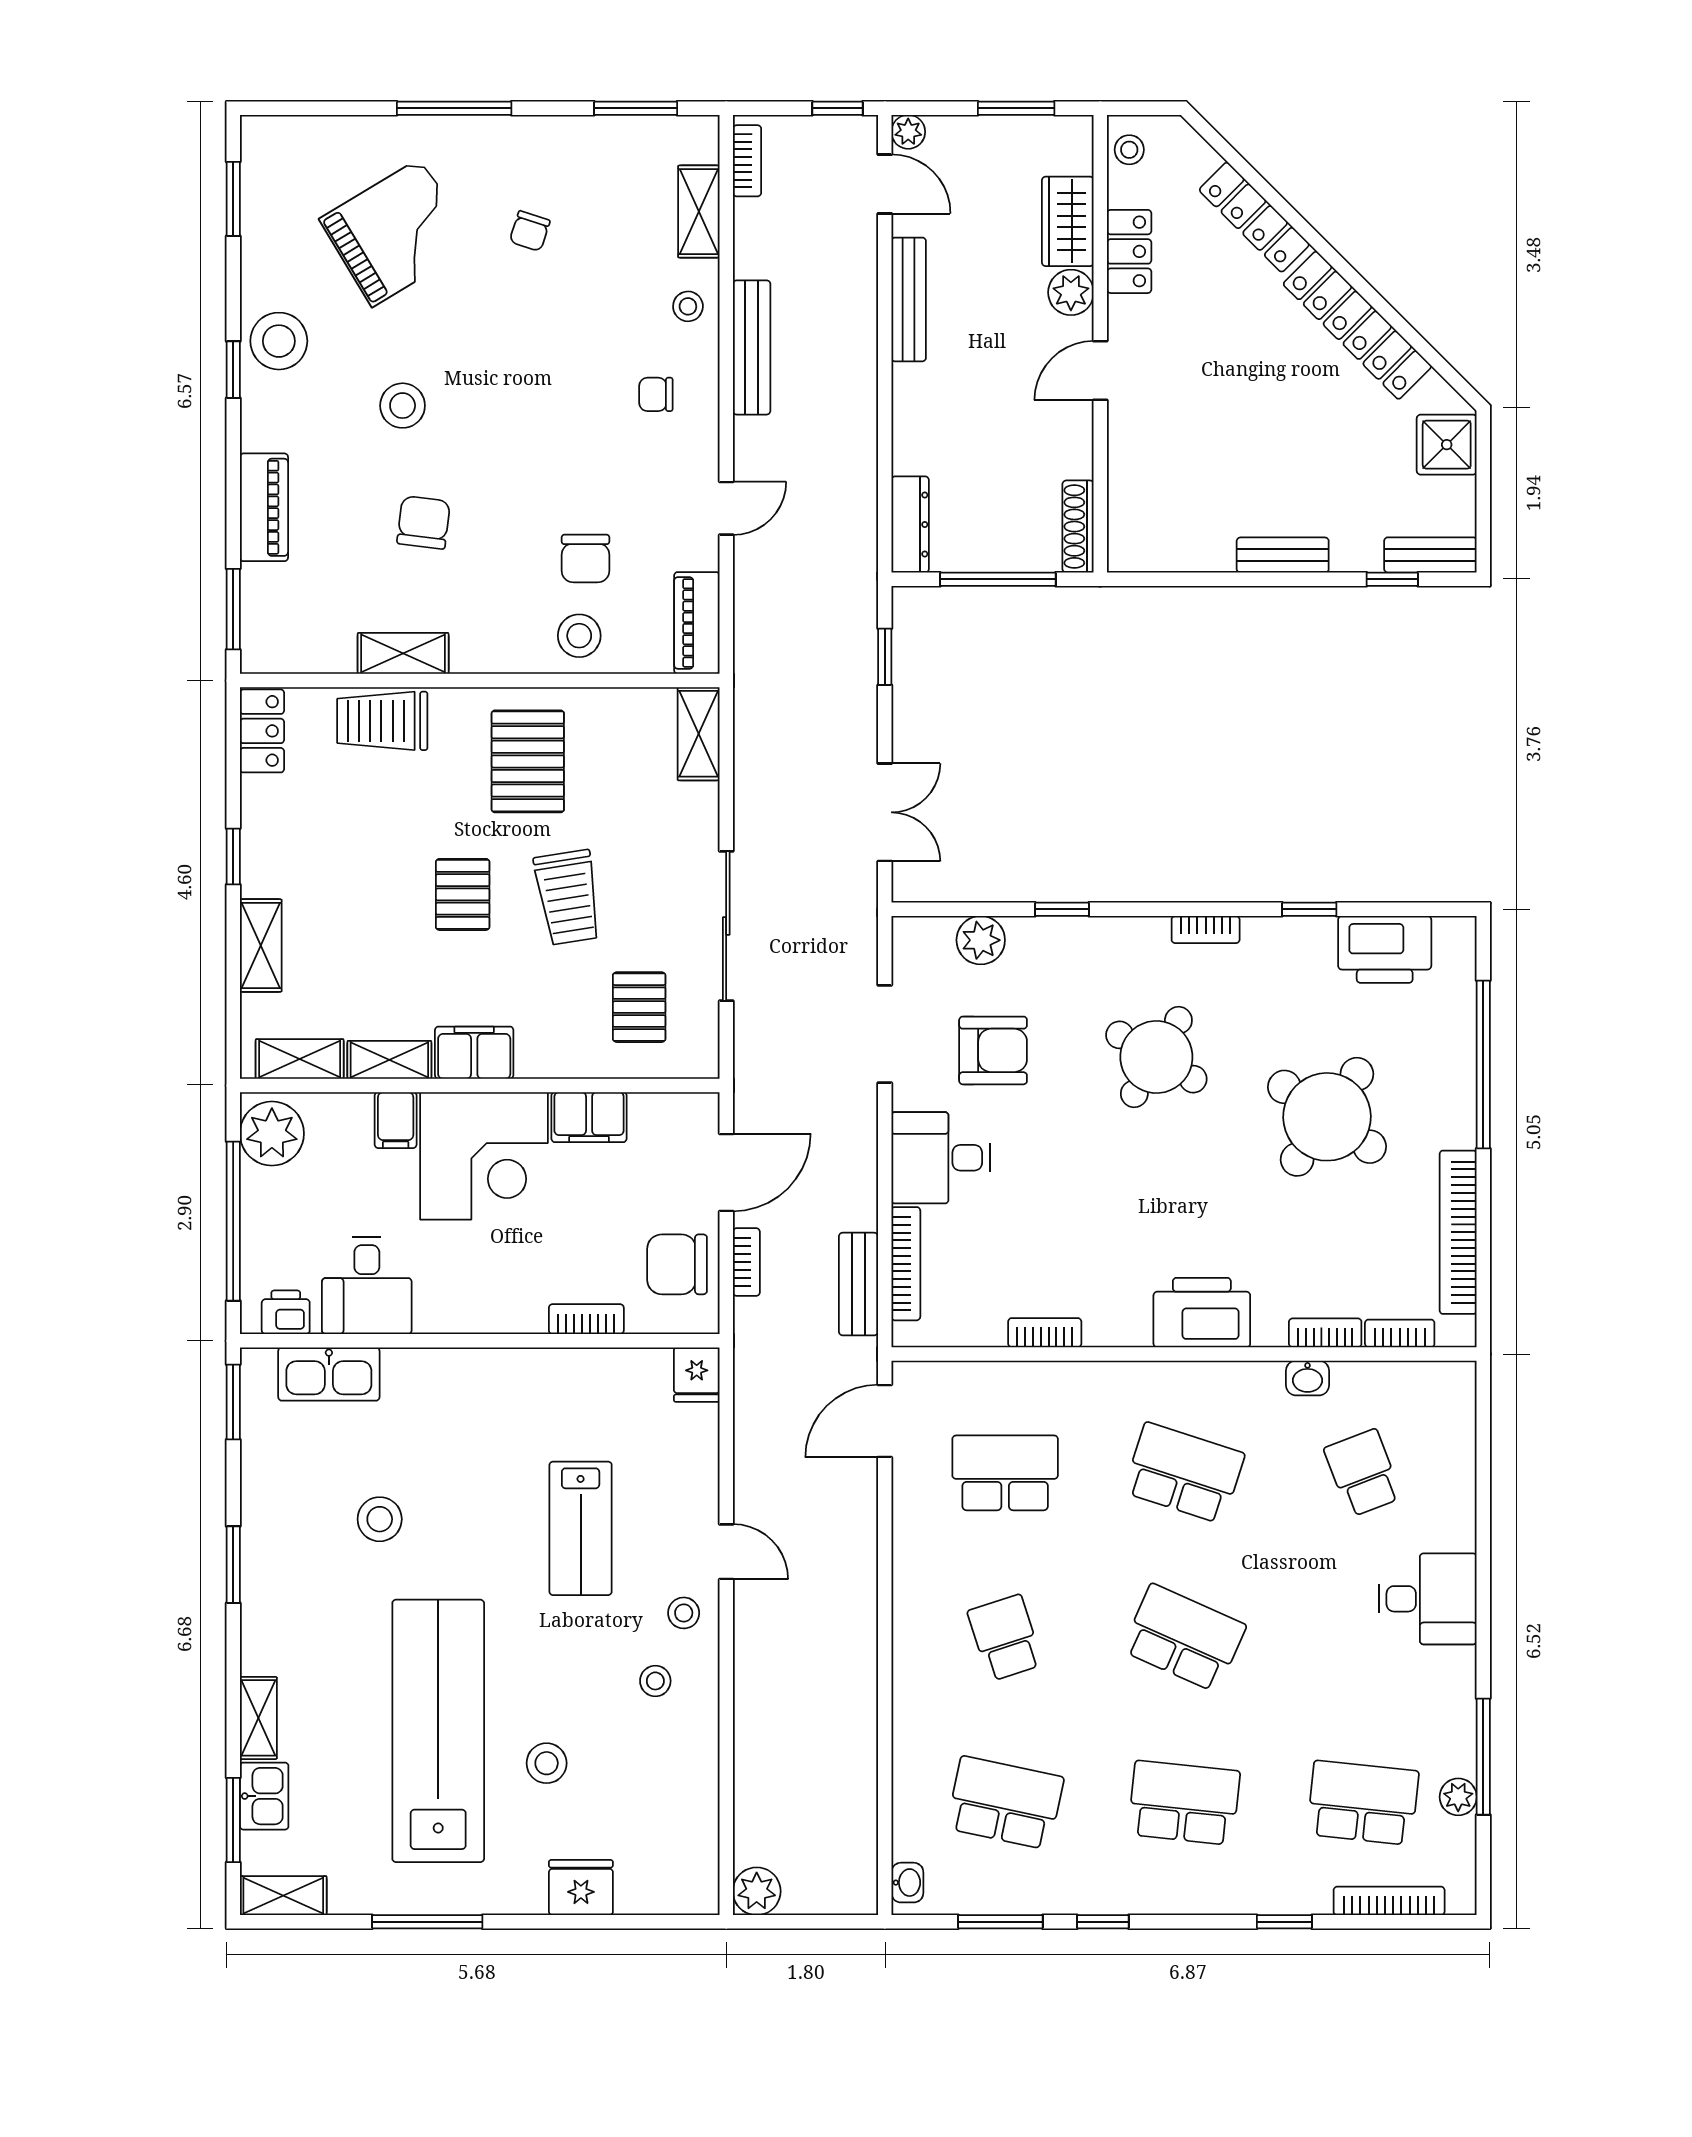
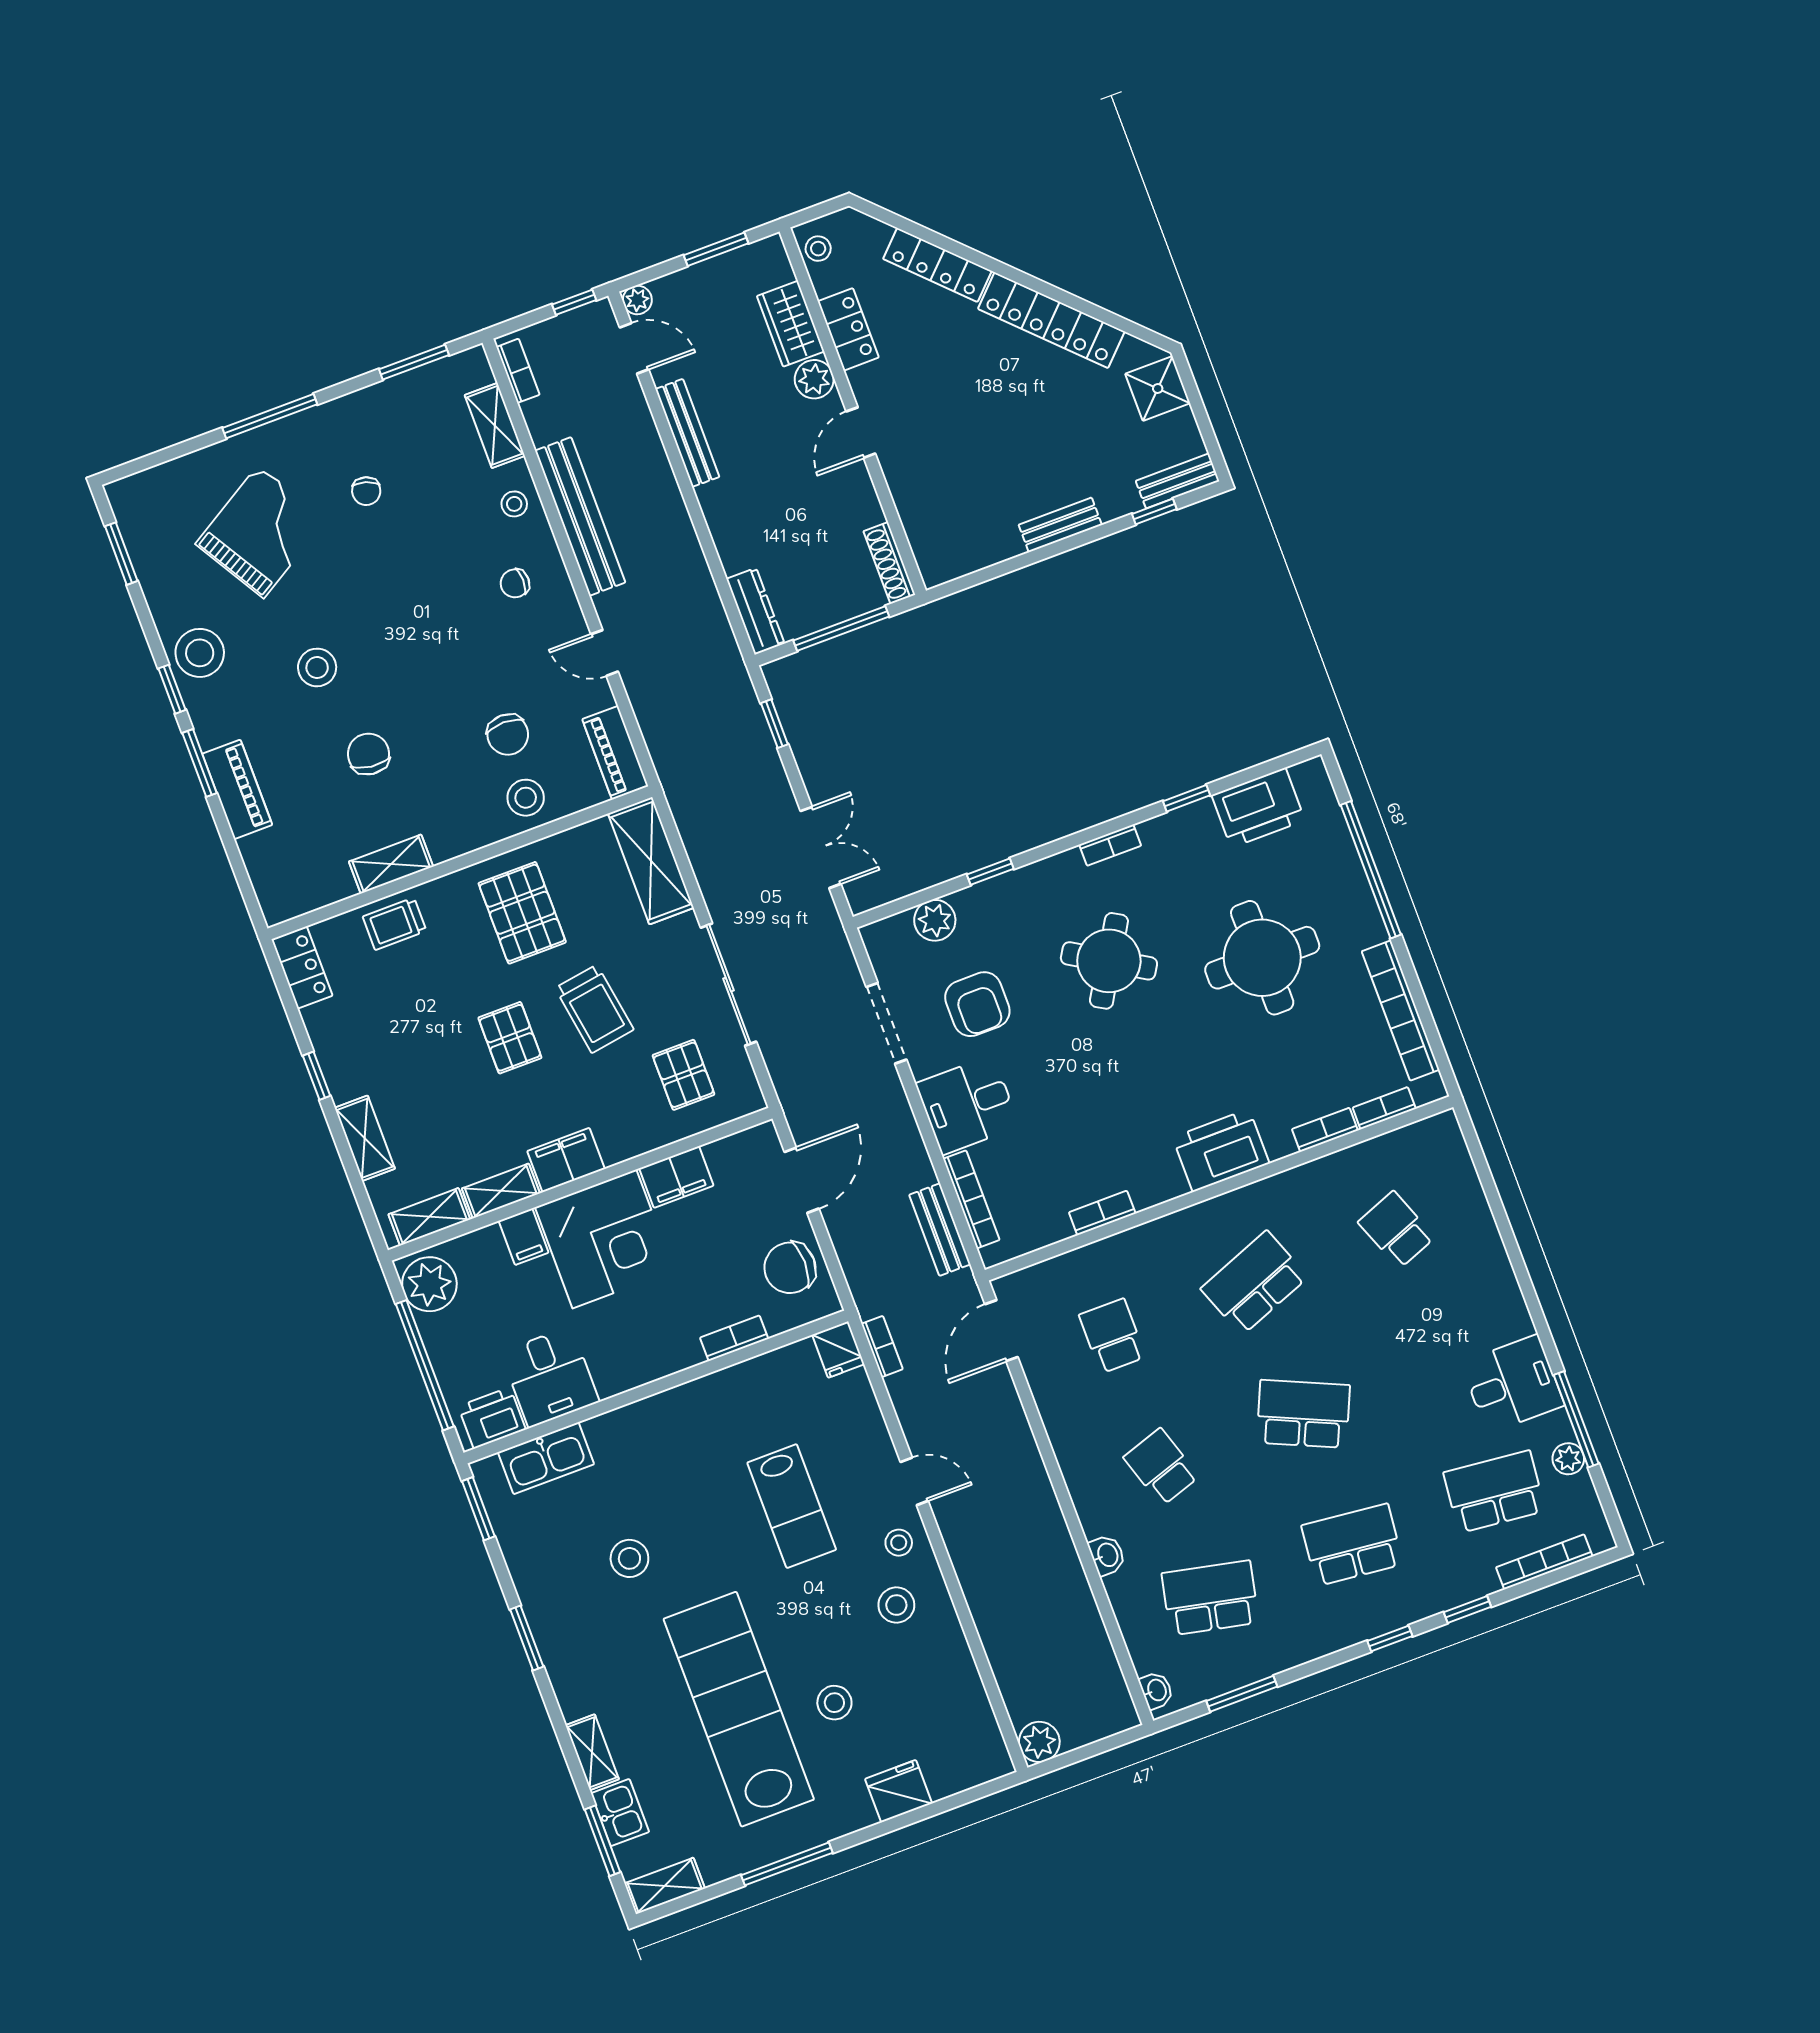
bench: (752, 347) -> (580, 516), width x1.37, depth x1.21
door: (726, 508) -> (605, 653), swing flipped
window: (233, 609) -> (200, 763), moved
trolley: (382, 721) -> (395, 924), width x0.73, depth x0.72
shelving: (699, 734) -> (651, 861), width x1.50, depth x1.33
armchair: (993, 1050) -> (977, 1004), turned 90
round table: (1327, 1117) -> (1262, 958), turned -35
bookcase: (746, 1262) -> (882, 1347), moved
printer: (286, 1312) -> (492, 1418), width x1.36, depth x1.24
washbasin: (1307, 1378) -> (1107, 1555), moved, turned -90
school desk: (1005, 1473) -> (1112, 1336), width x0.54
school desk: (1184, 1473) -> (1254, 1283), turned -39
desk: (1428, 1599) -> (1513, 1384), moved
stool: (655, 1681) -> (896, 1605), width x1.37, depth x1.37
window: (1103, 1922) -> (1390, 1638), moved

